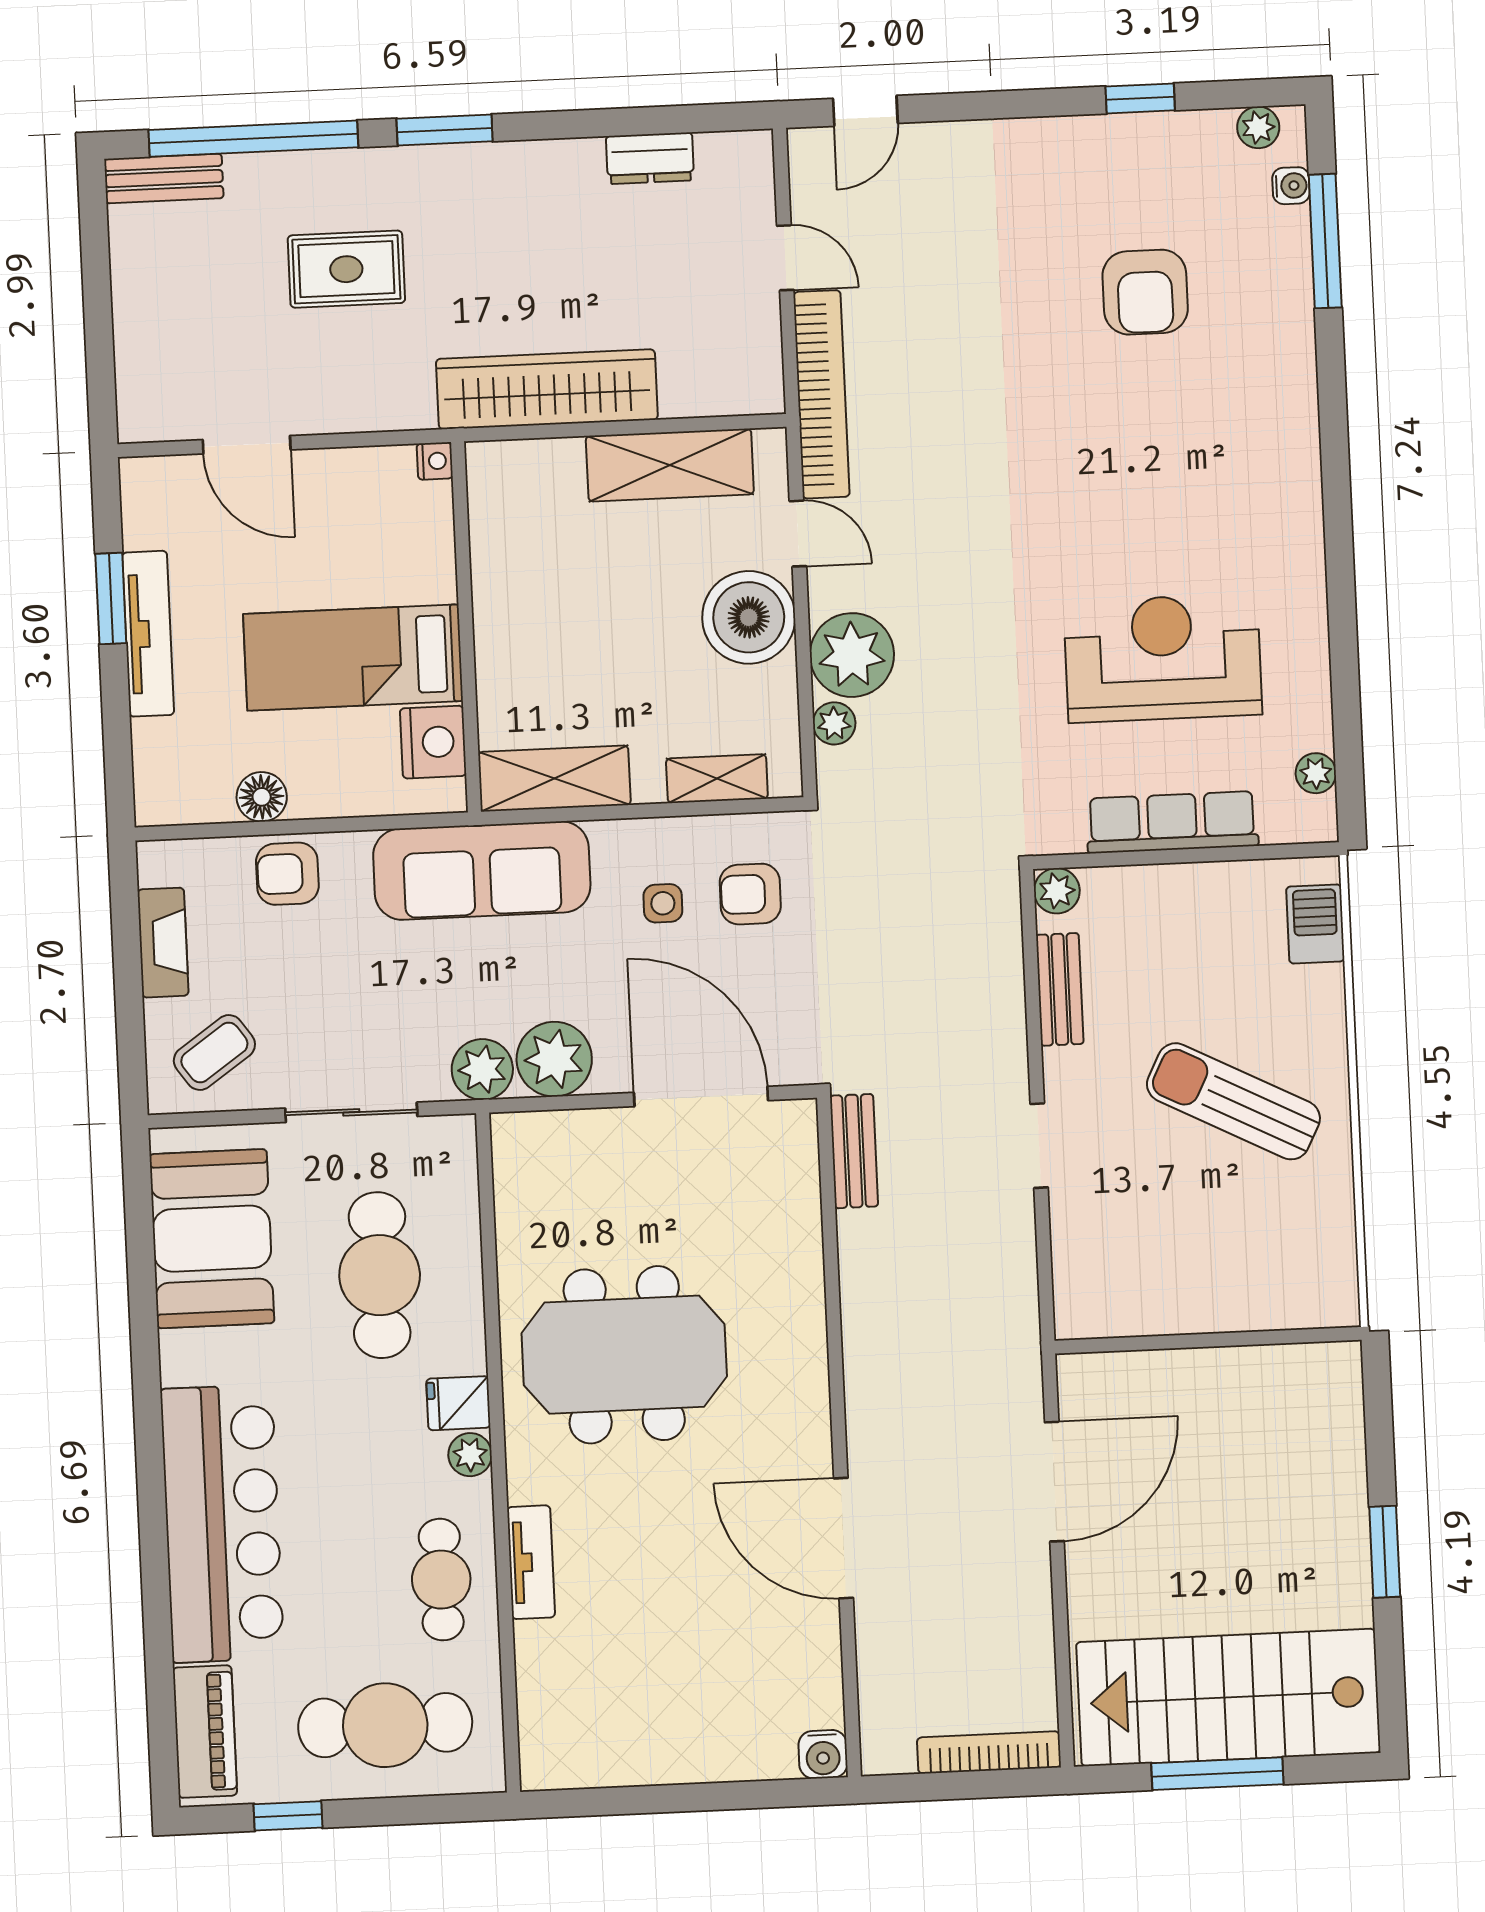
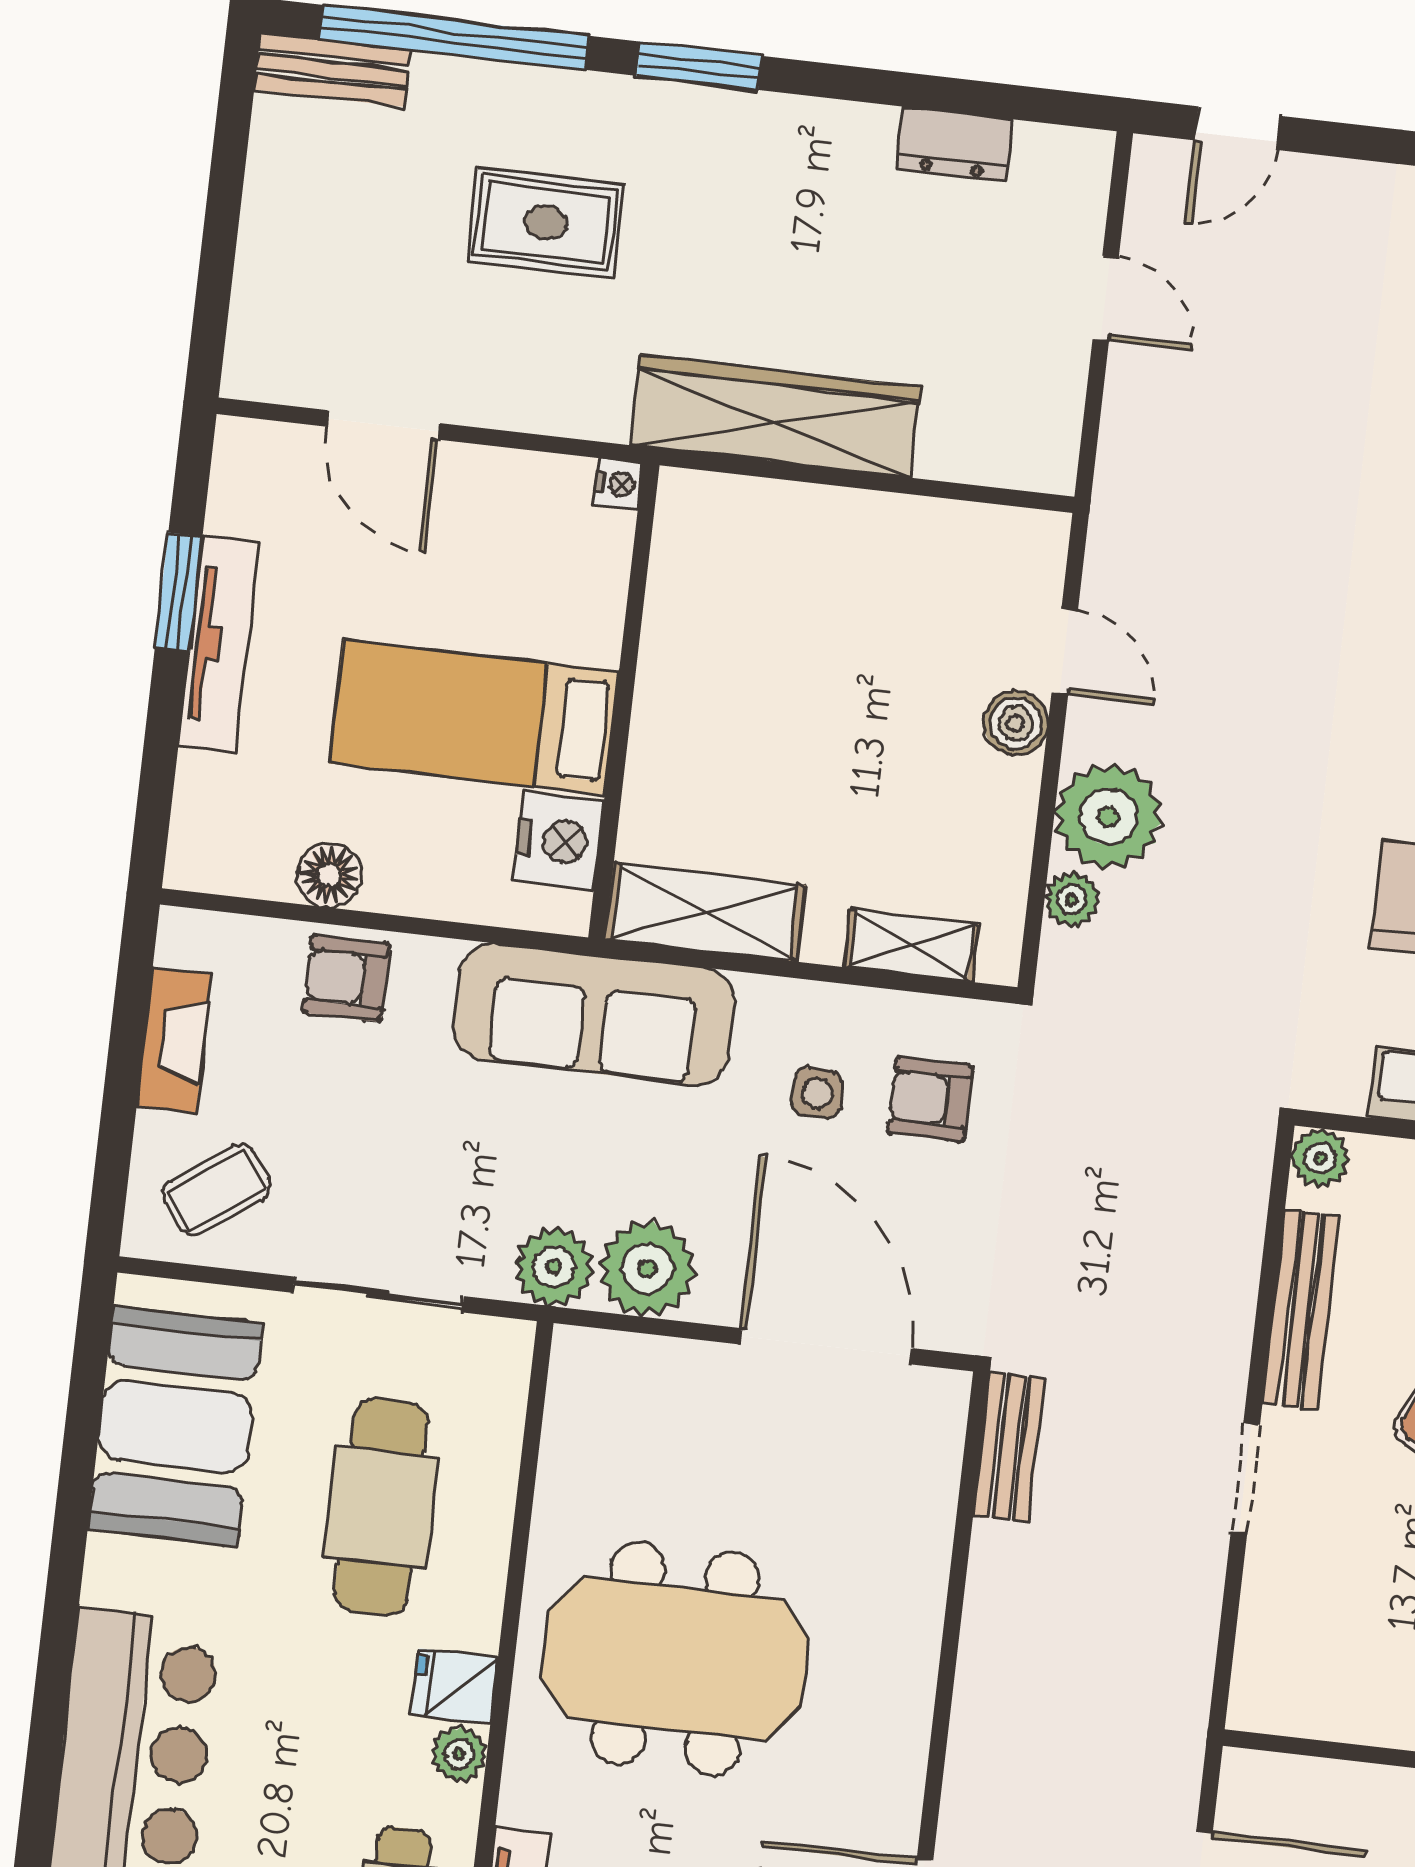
bookcase: (821, 394) -> (1123, 479), removed
shelving: (670, 465) -> (916, 538), removed
boiler: (749, 617) -> (1016, 723), width x0.54, depth x0.54
bench: (1060, 989) -> (1301, 1310), width x1.36

